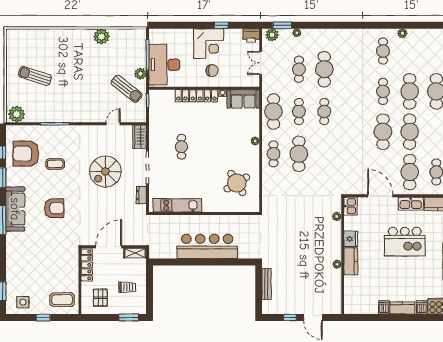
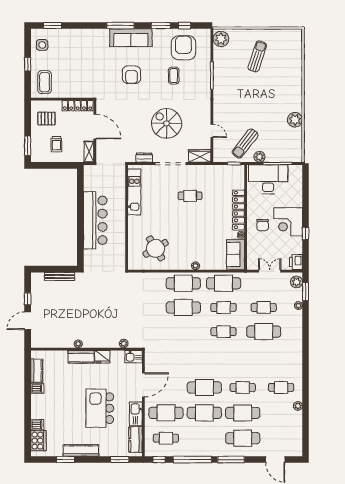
cafe table: (273, 154) -> (183, 283), width x1.37, depth x1.35
kitchen counter: (402, 308) -> (37, 371), moved

